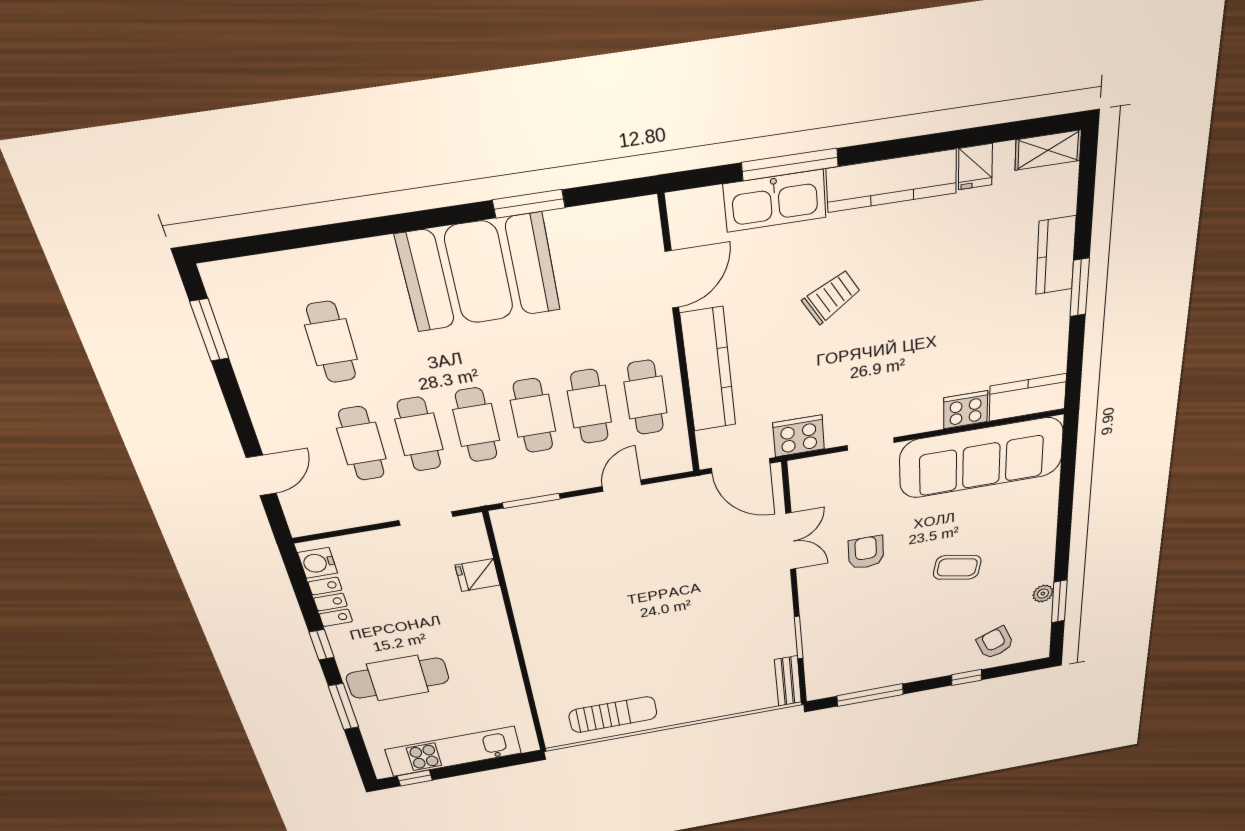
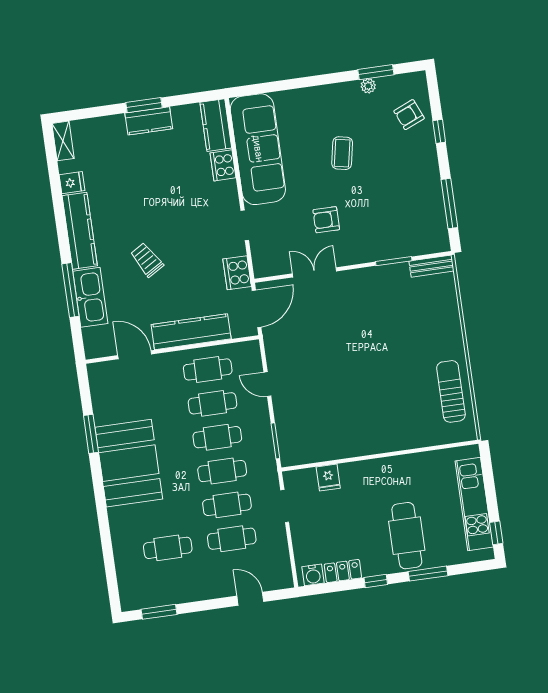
kitchen counter: (1056, 255) -> (149, 121), moved

